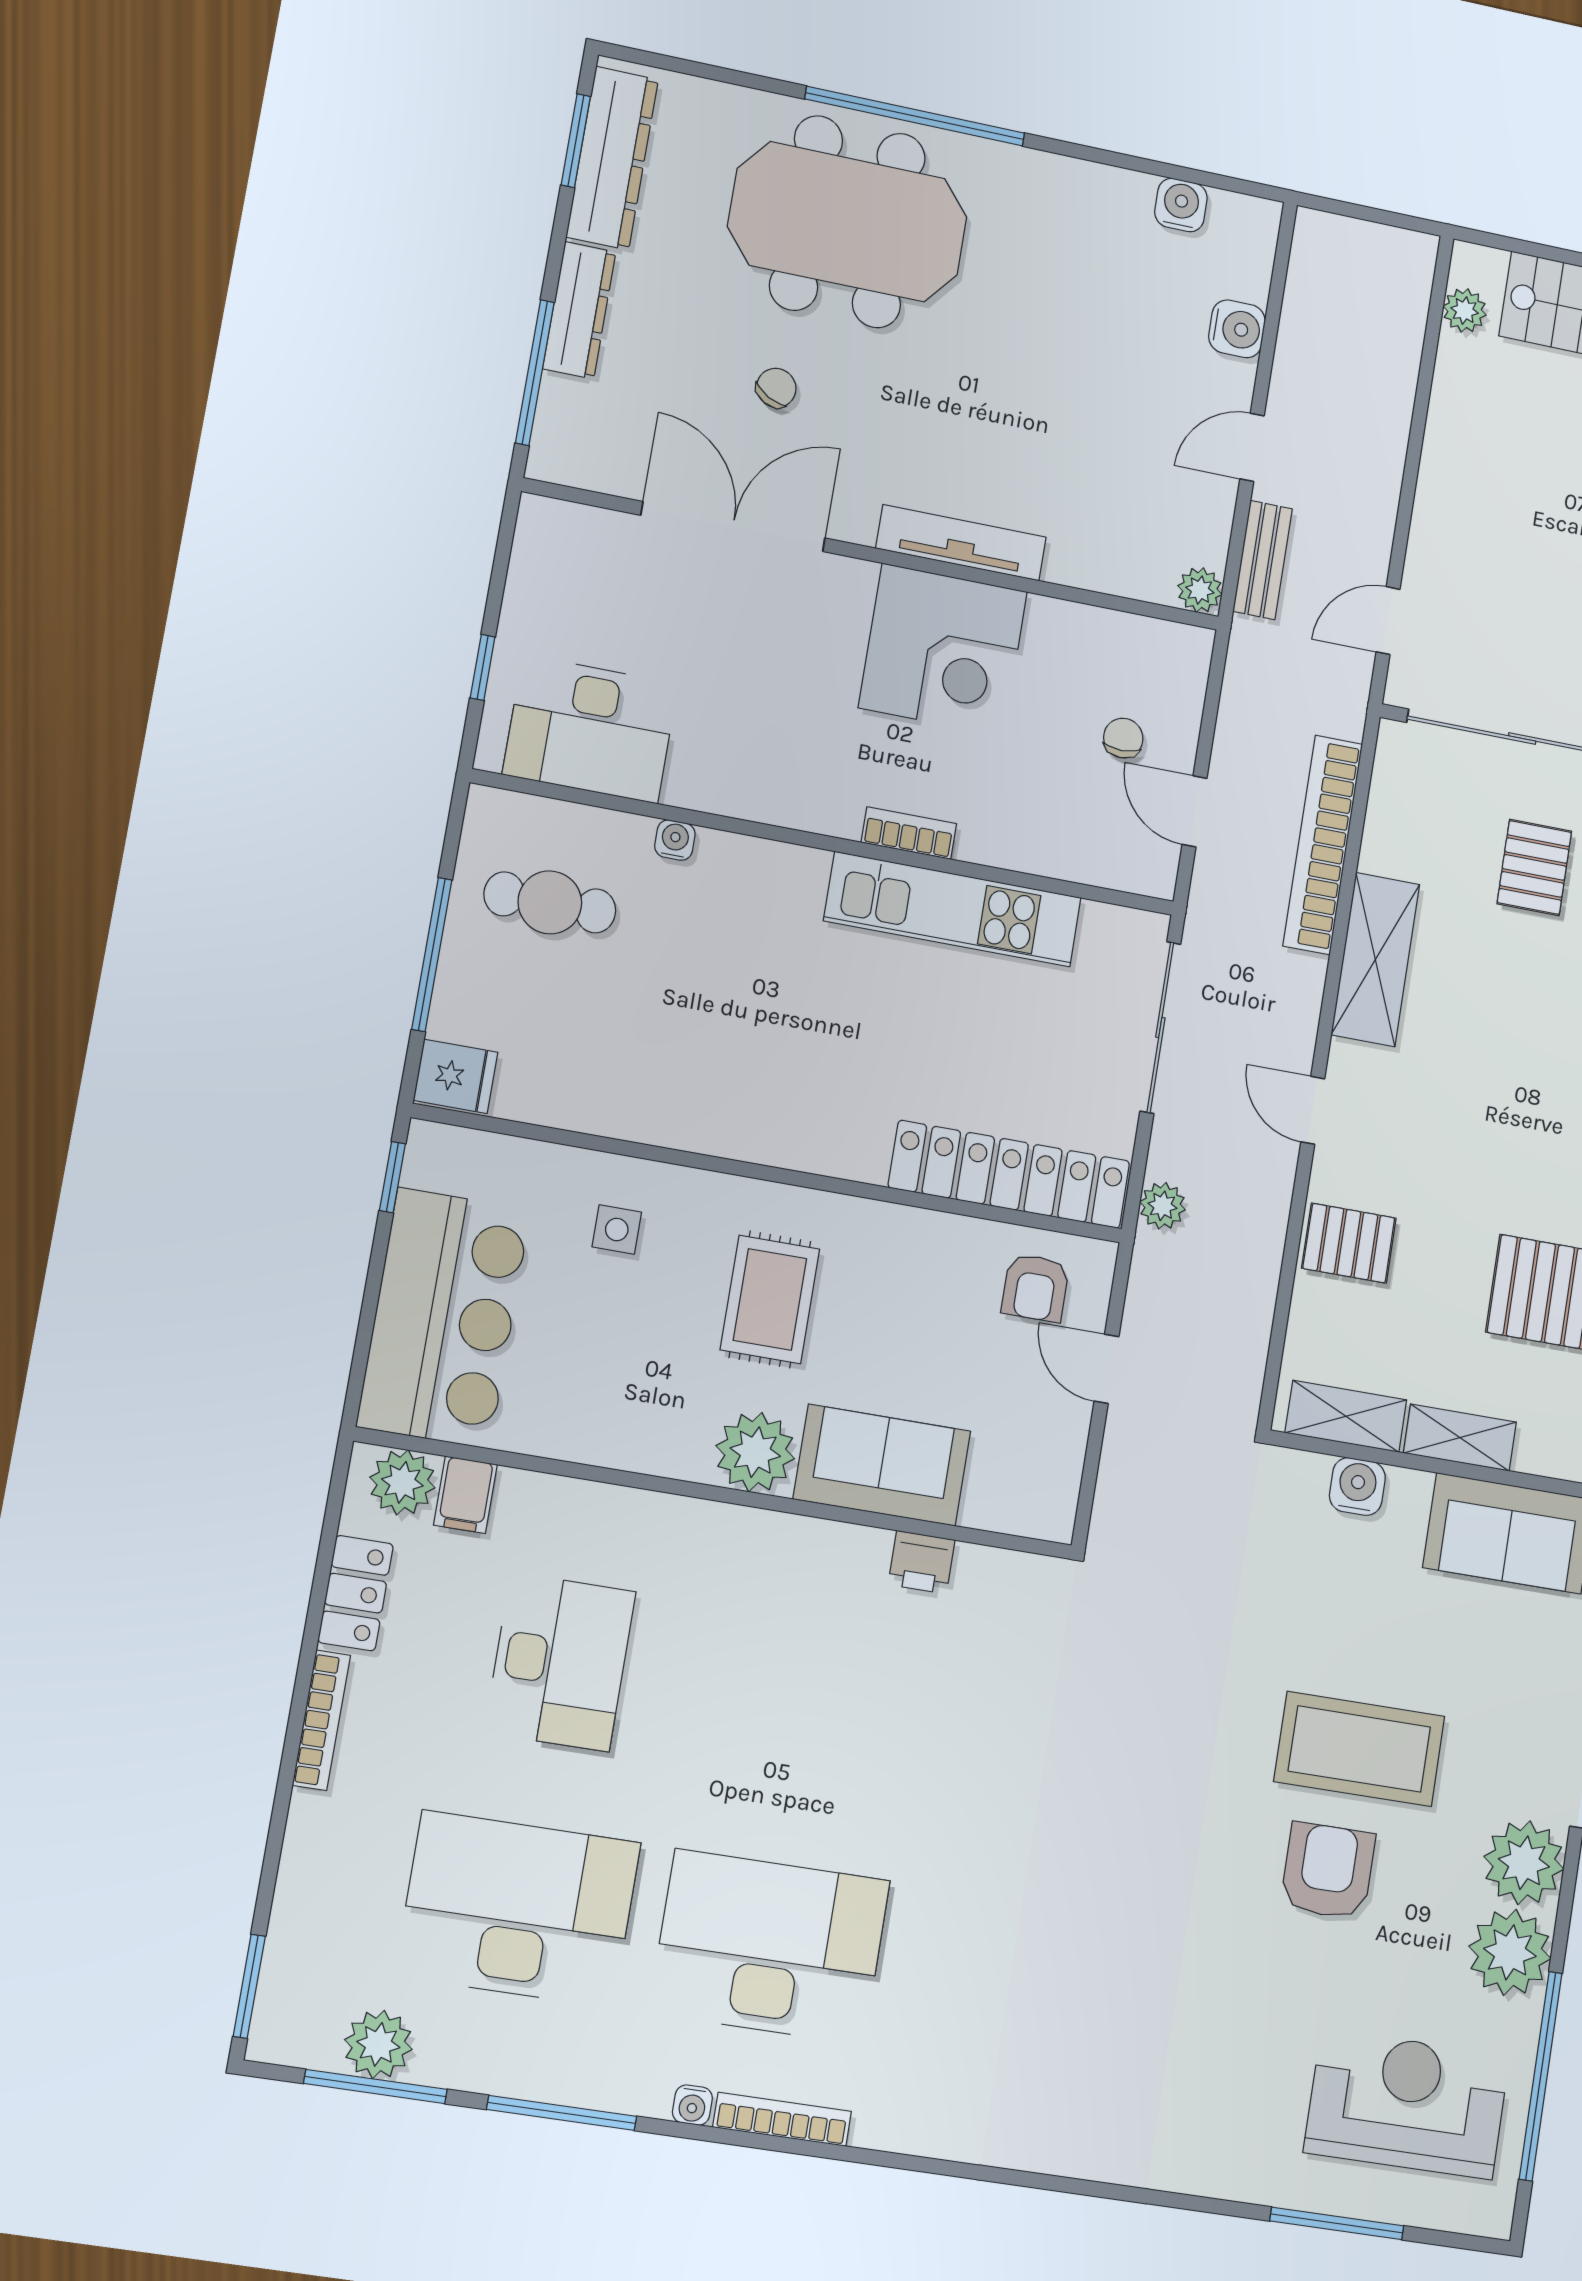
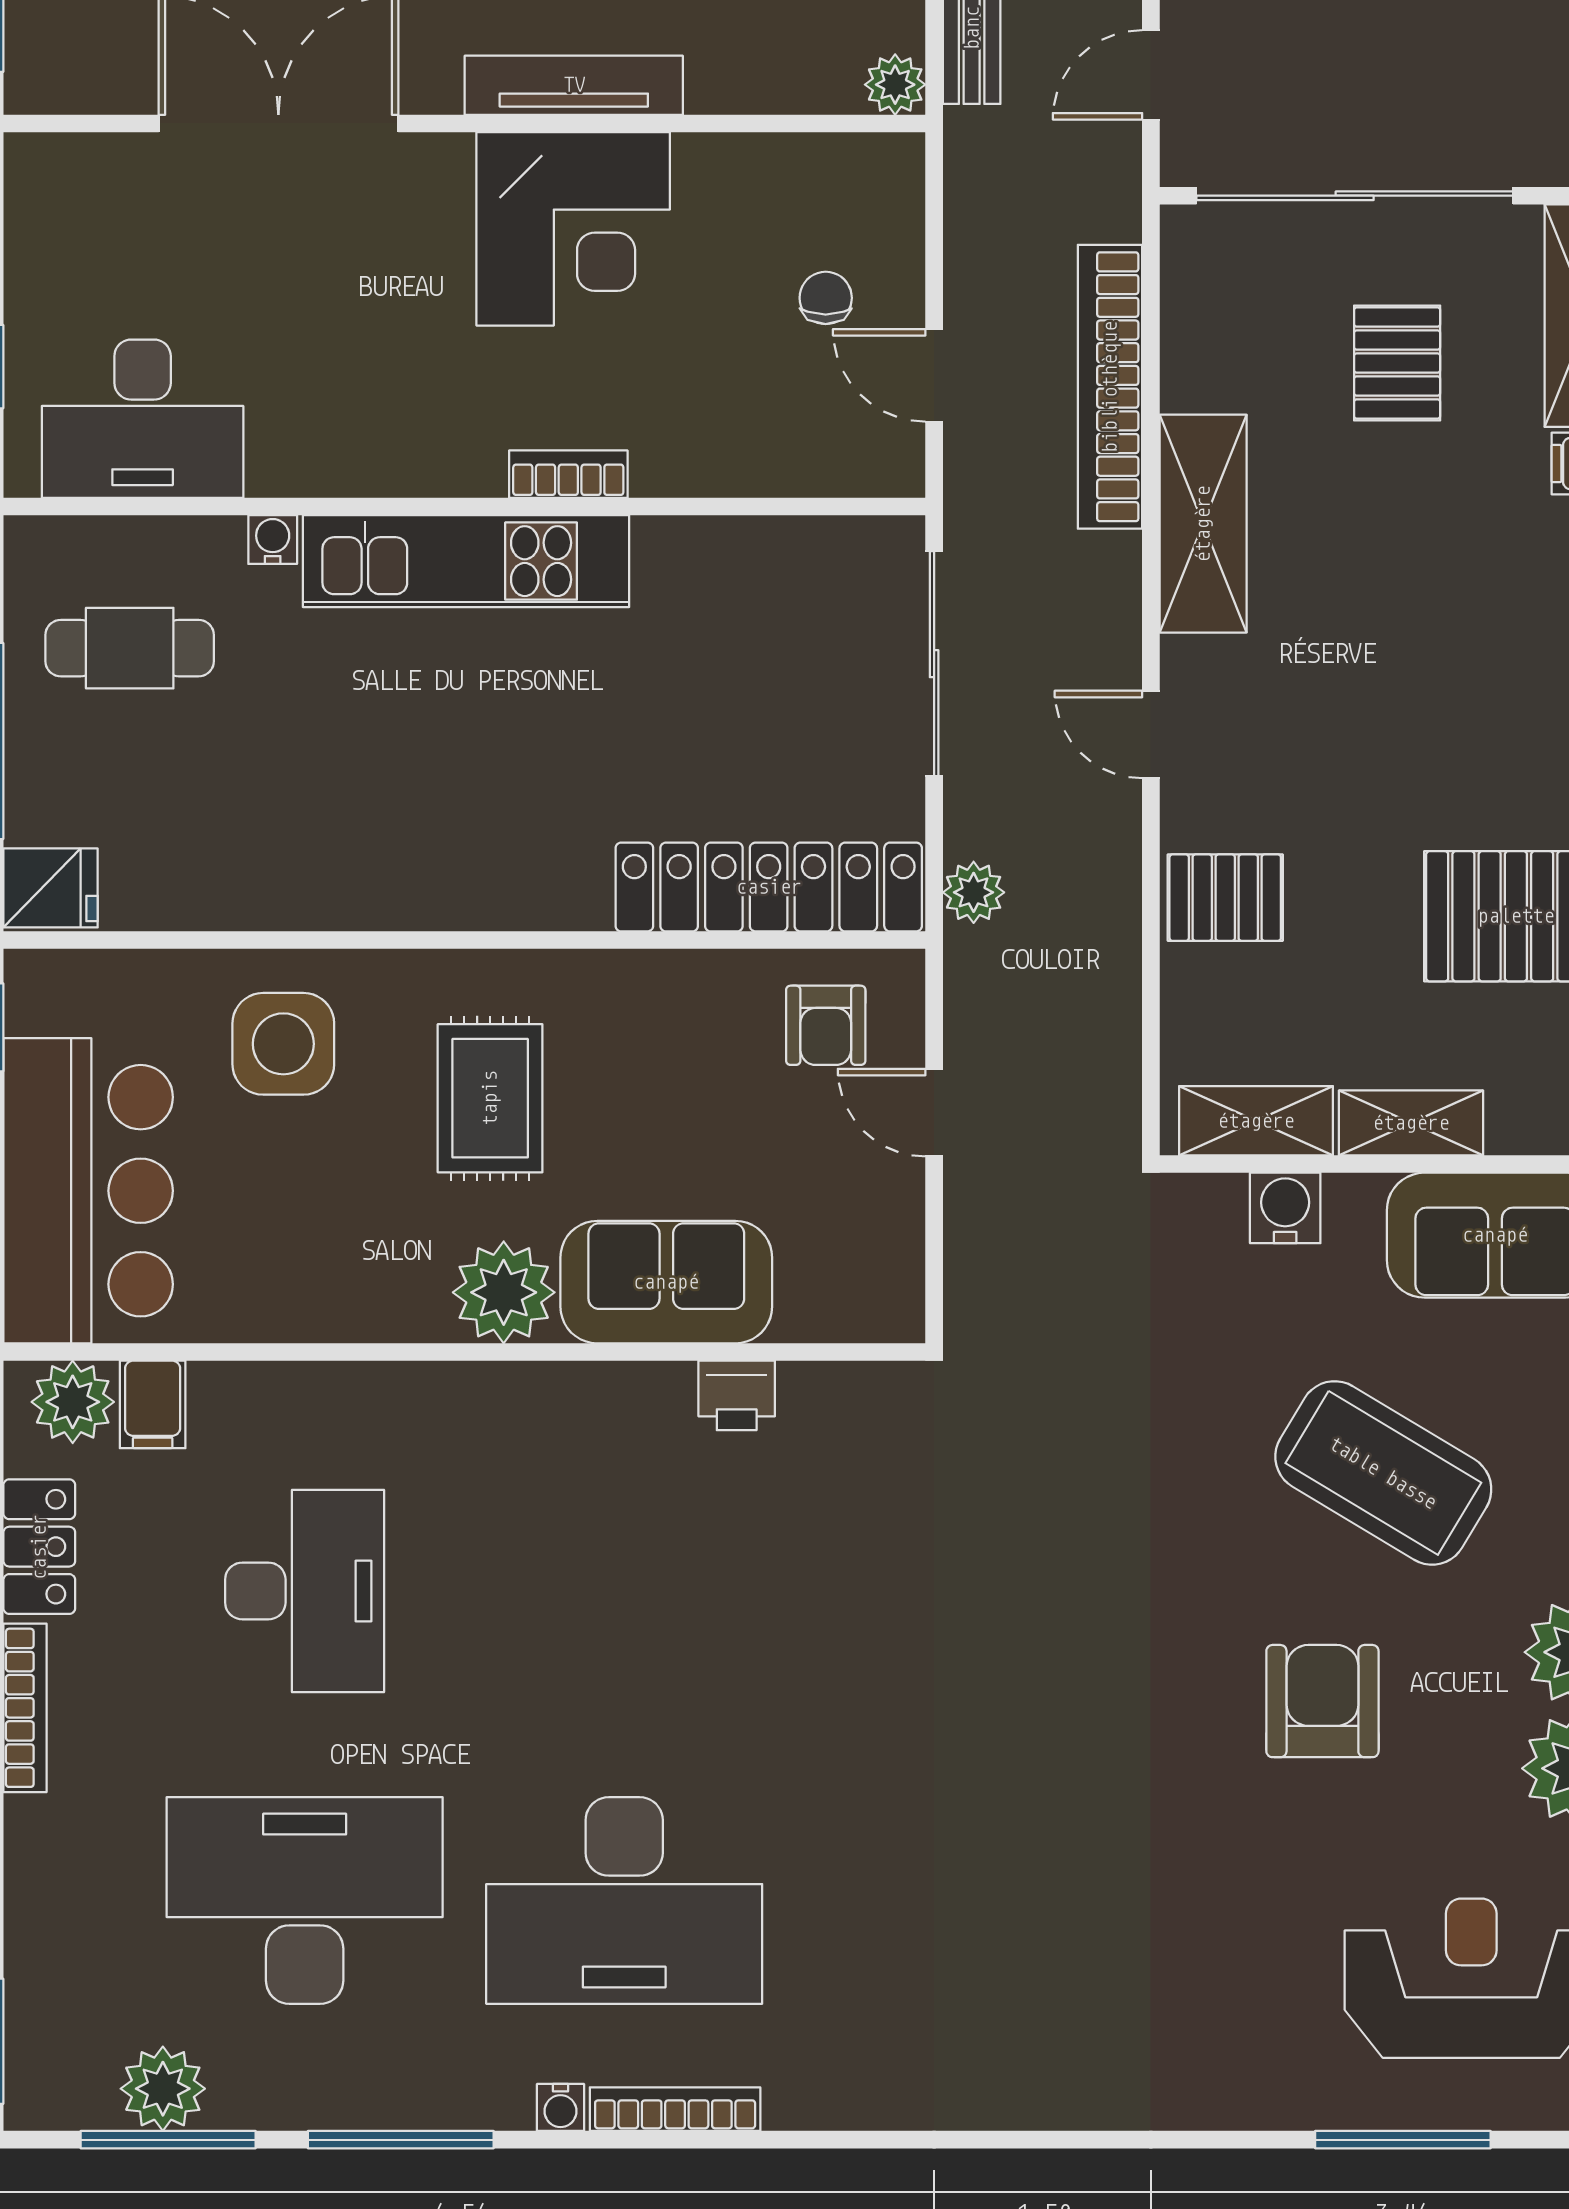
kitchen unit: (953, 909) -> (466, 561), moved
side table: (617, 1230) -> (283, 1044), width x1.87, depth x1.87
coffee table: (1359, 1749) -> (1383, 1473), moved, turned 31
desk: (770, 1947) -> (624, 1901), turned 180

